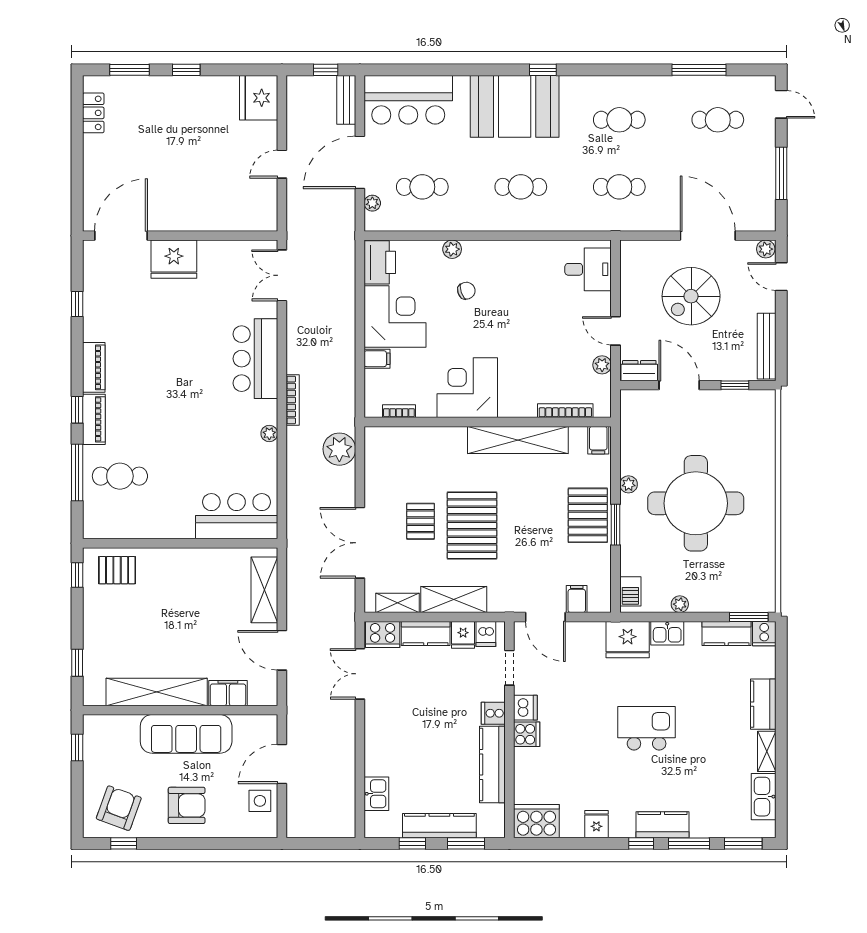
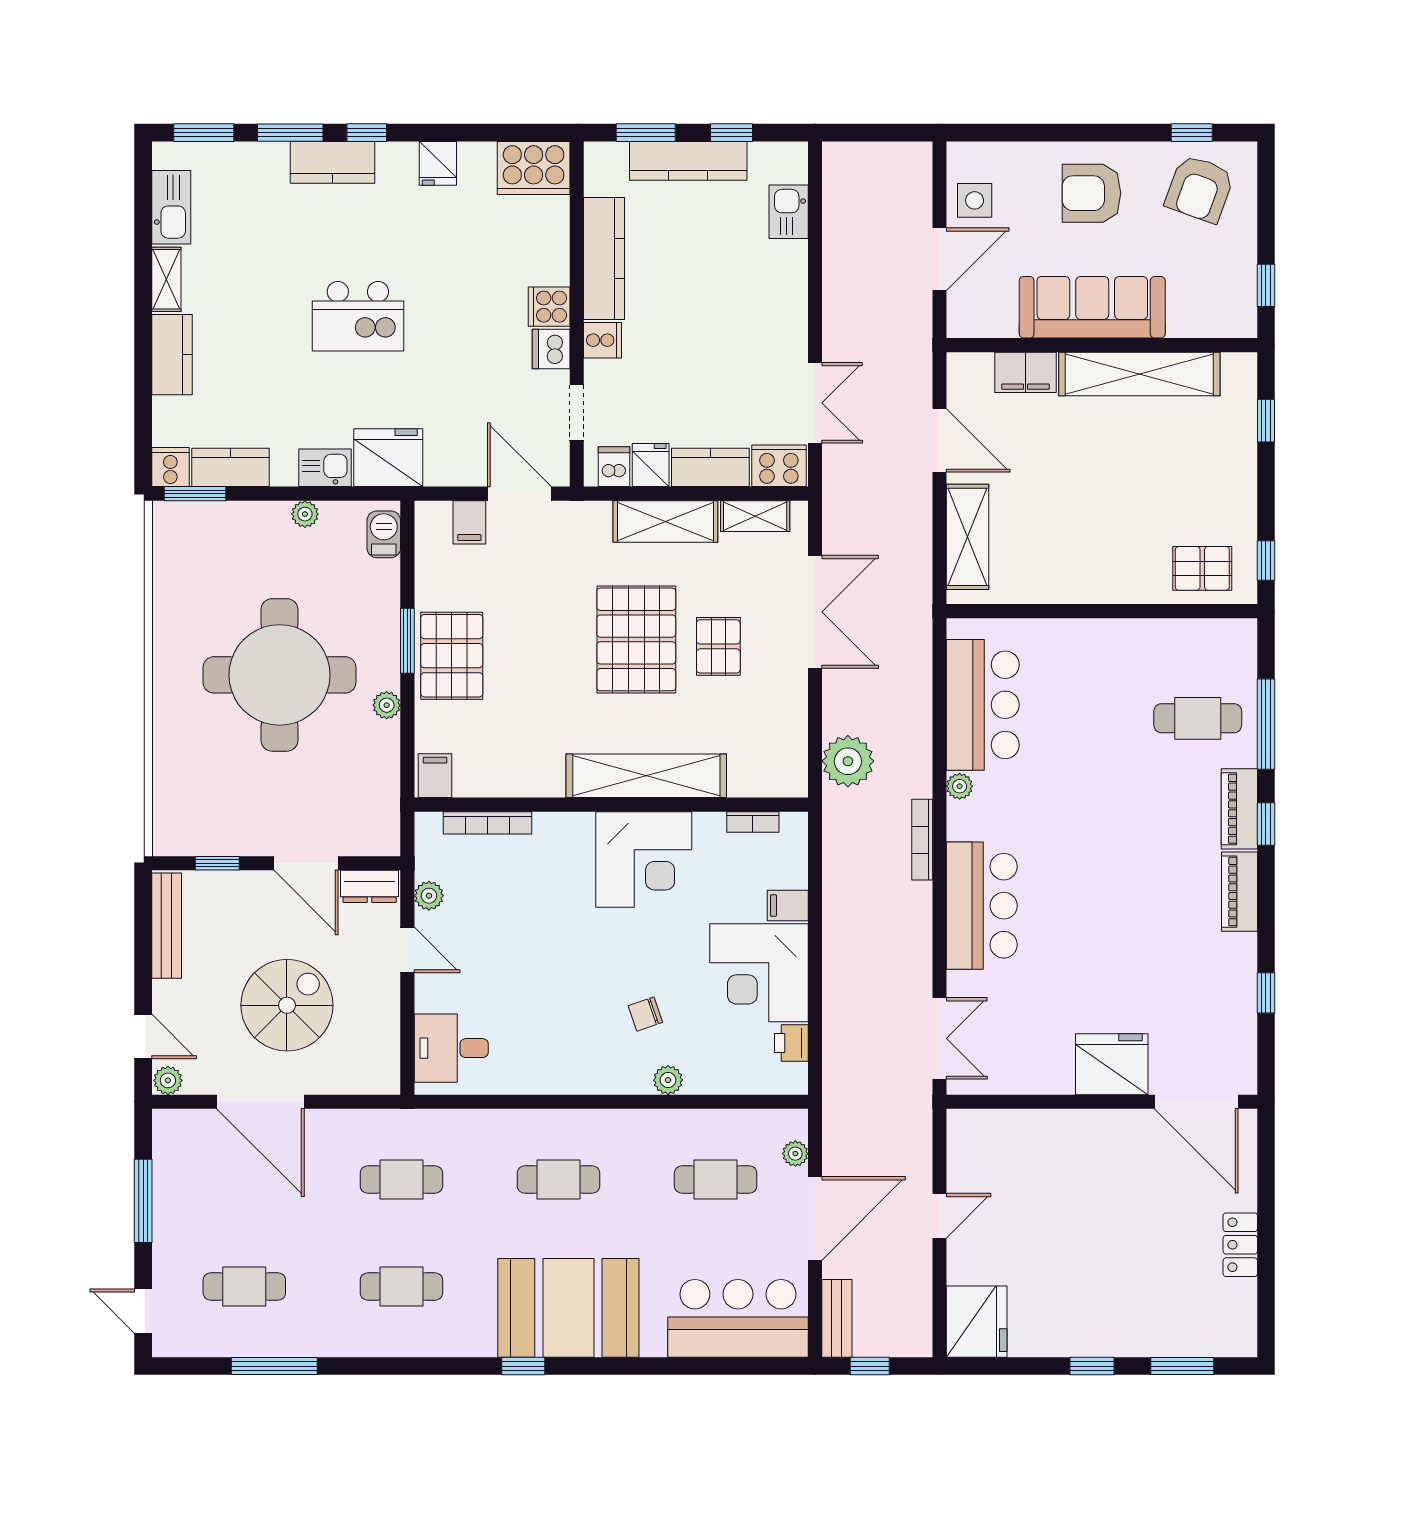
locker: (93, 113) -> (1240, 1245), moved
door: (121, 236) -> (1196, 1102), hinge flipped
printer: (380, 262) -> (791, 1043), width x0.53, depth x0.68
shelving: (518, 440) -> (646, 776), moved
bar counter: (237, 516) -> (983, 705), moved, turned -90

